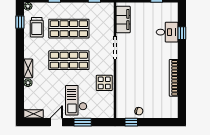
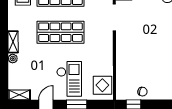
display table: (104, 83) -> (102, 85), moved
checkout: (76, 100) -> (69, 79), turned 180

